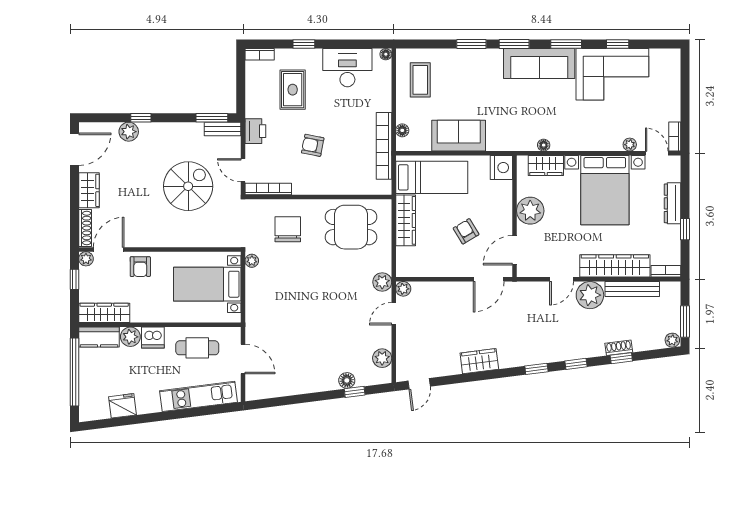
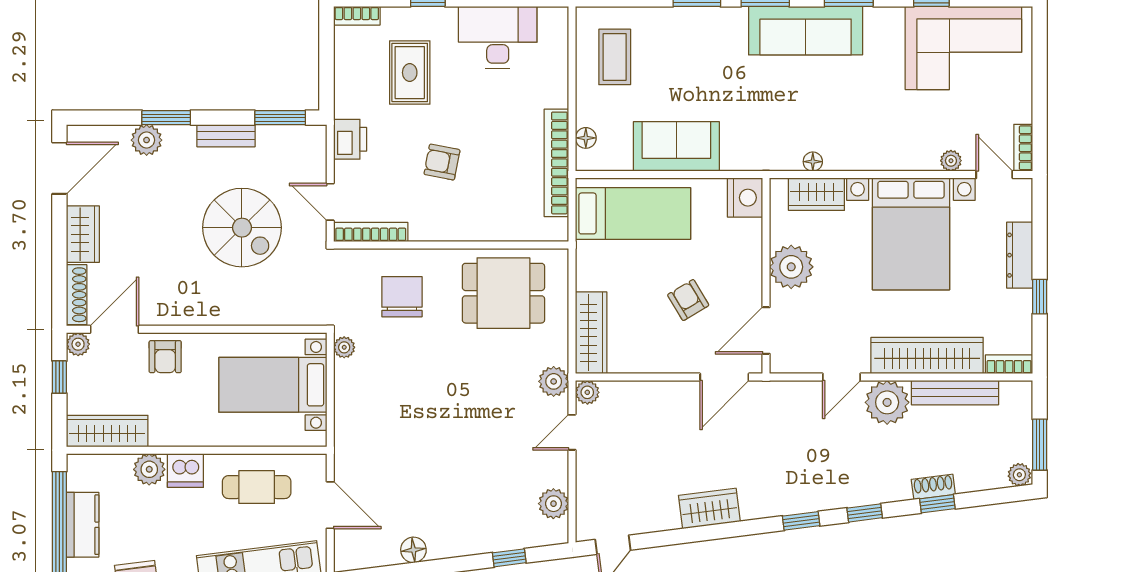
floor lamp: (386, 54) -> (559, 16), removed
corner sofa: (612, 74) -> (963, 48), moved
window: (141, 118) -> (166, 118), width x1.50
bench: (223, 129) -> (226, 136), moved
spiral stairs: (188, 186) -> (242, 228), turned 90
wardrobe: (406, 220) -> (591, 333), moved
kitchen counter: (99, 337) -> (83, 525), moved, turned -90
floor lamp: (347, 380) -> (413, 550), moved

